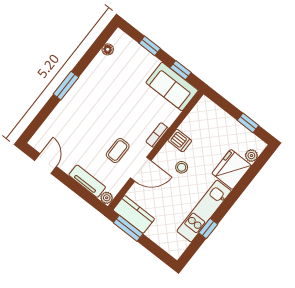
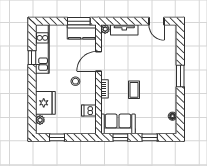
dishwasher: (180, 141) -> (89, 111), moved
coffee table: (118, 150) -> (134, 90), moved
kitchen unit: (204, 211) -> (42, 49), moved

